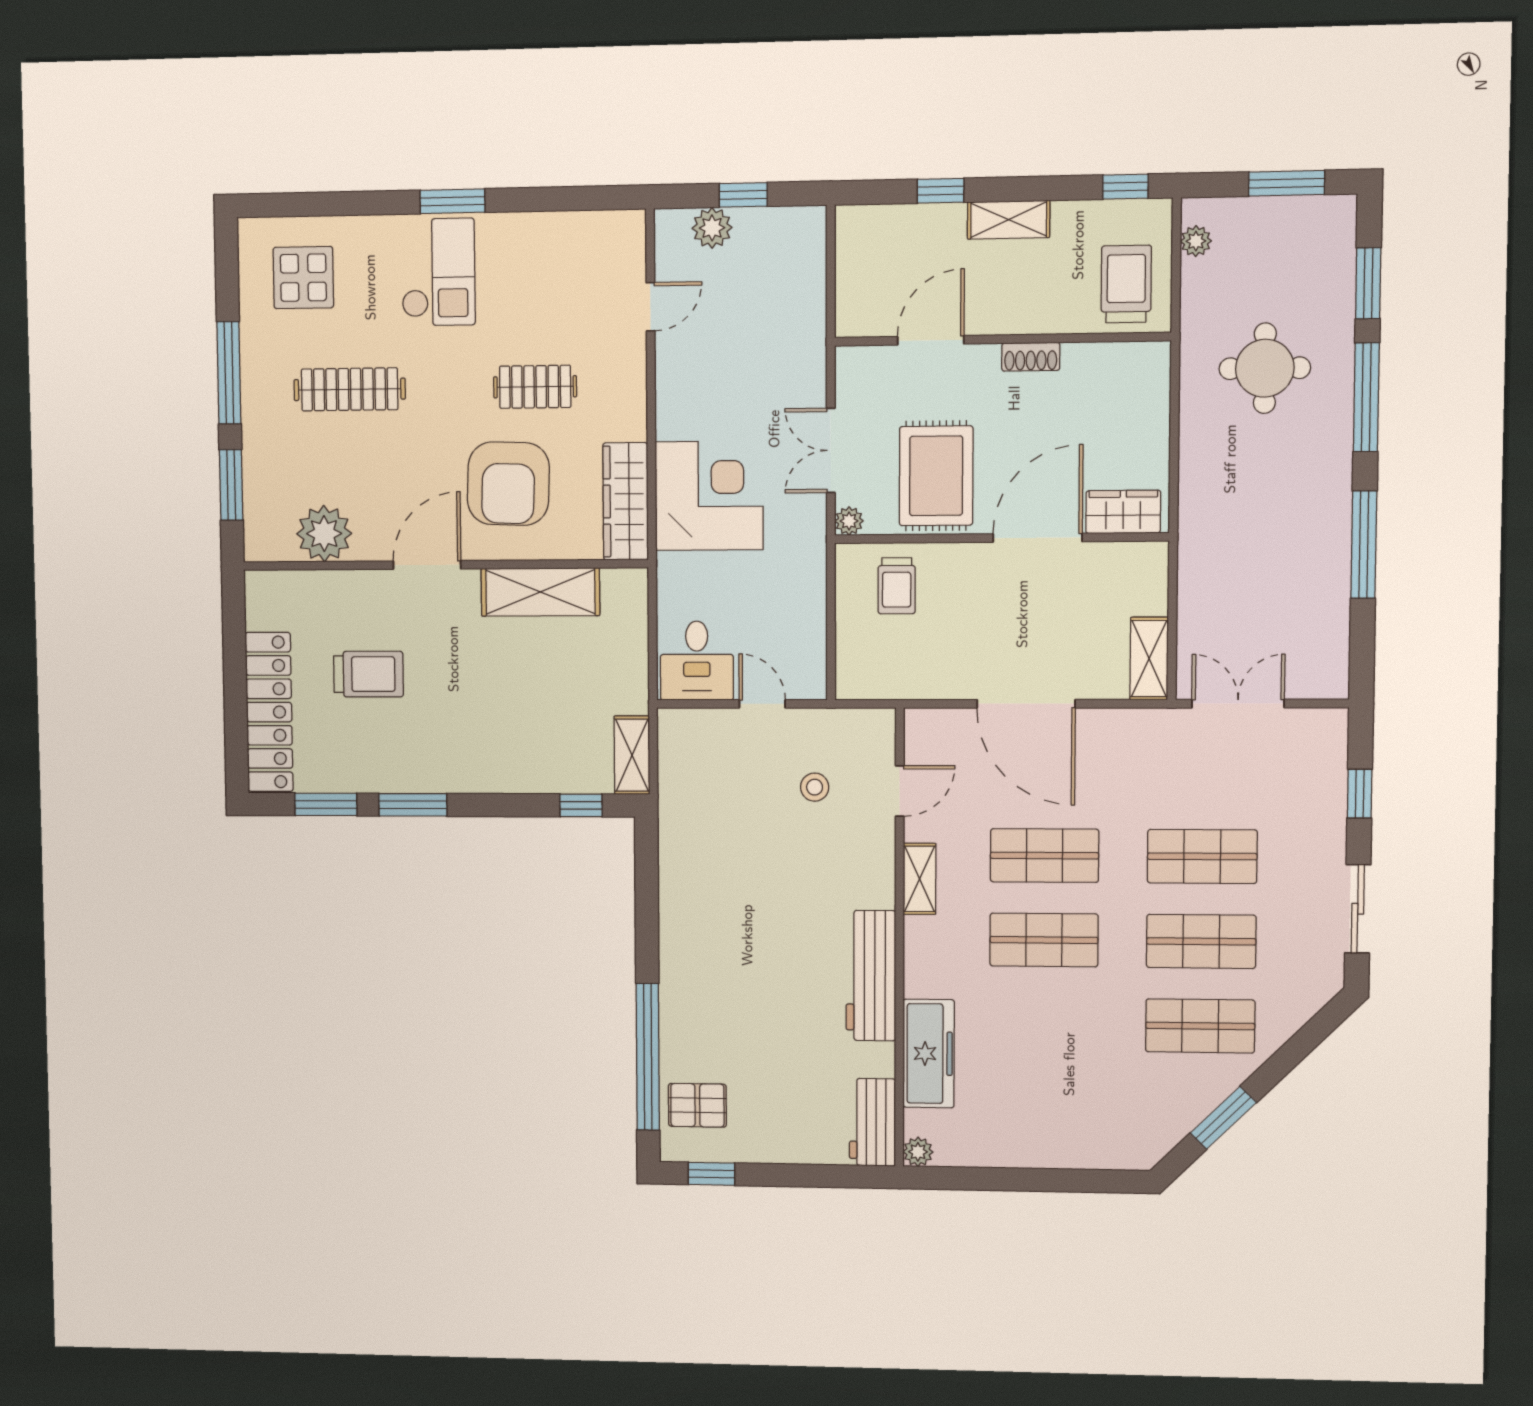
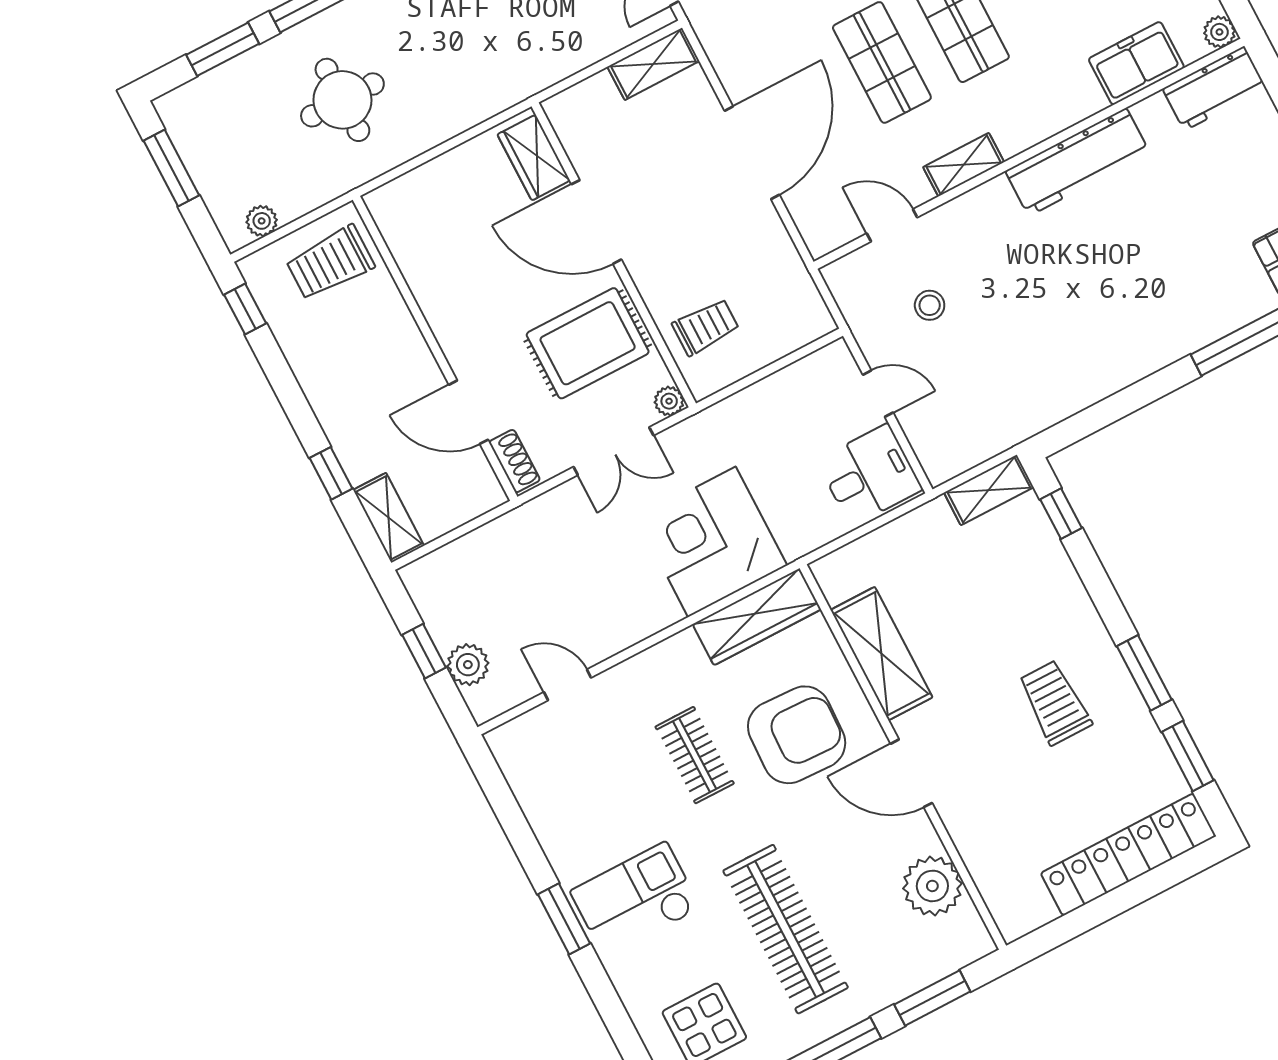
shelving: (1009, 220) -> (389, 518), moved
shoe rack: (1031, 357) -> (515, 461), moved
clothes rail: (350, 389) -> (786, 929), width x1.37, depth x1.31
trolley: (368, 674) -> (1055, 703), moved
door: (762, 704) -> (878, 394), swing flipped
freezer: (929, 1054) -> (1136, 63), width x0.71

